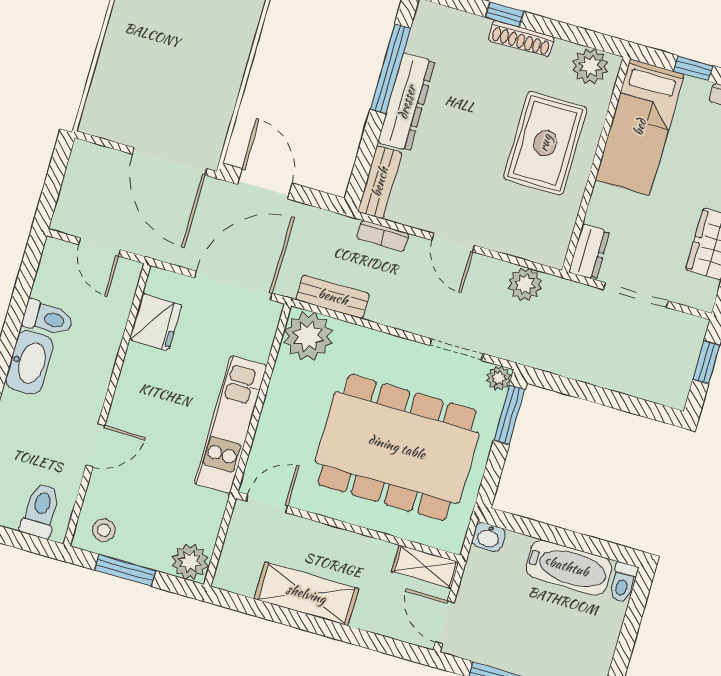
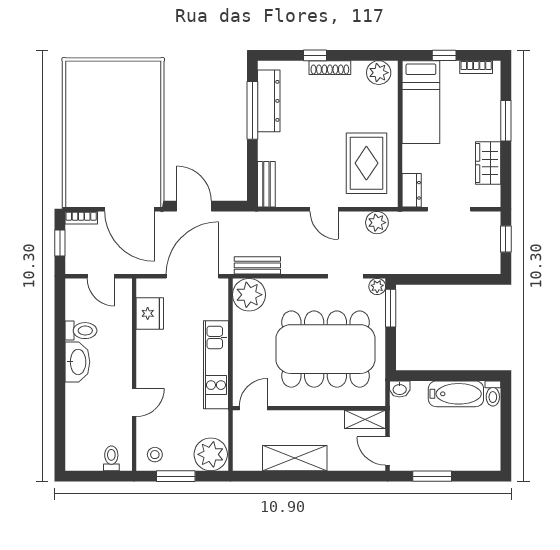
dresser: (407, 102) -> (269, 101), moved
rug: (545, 143) -> (366, 163), moved
window: (54, 181) -> (60, 243), added
bookcase: (383, 236) -> (81, 218), moved
toilet: (41, 510) -> (111, 458), width x0.73, depth x0.72
plant: (190, 562) -> (211, 454), width x1.36, depth x1.36

